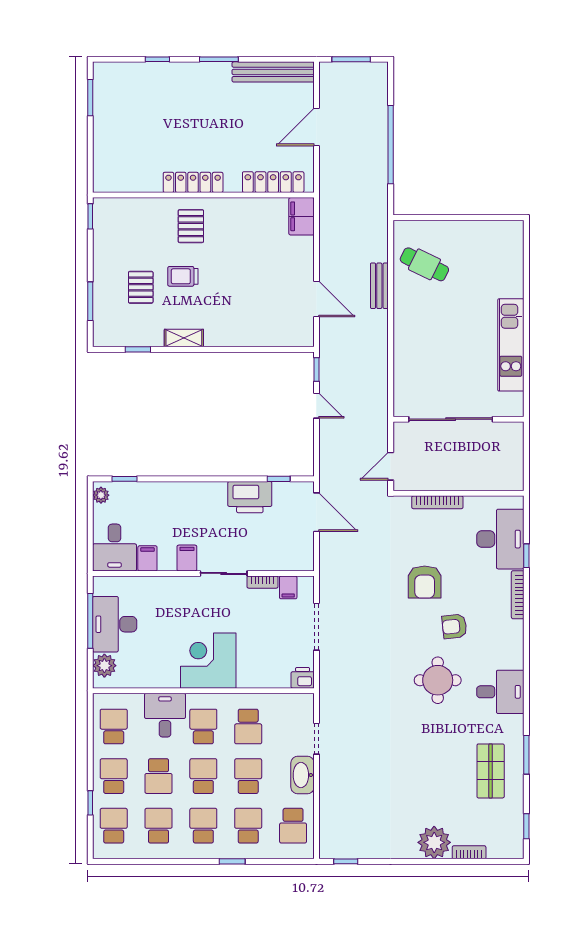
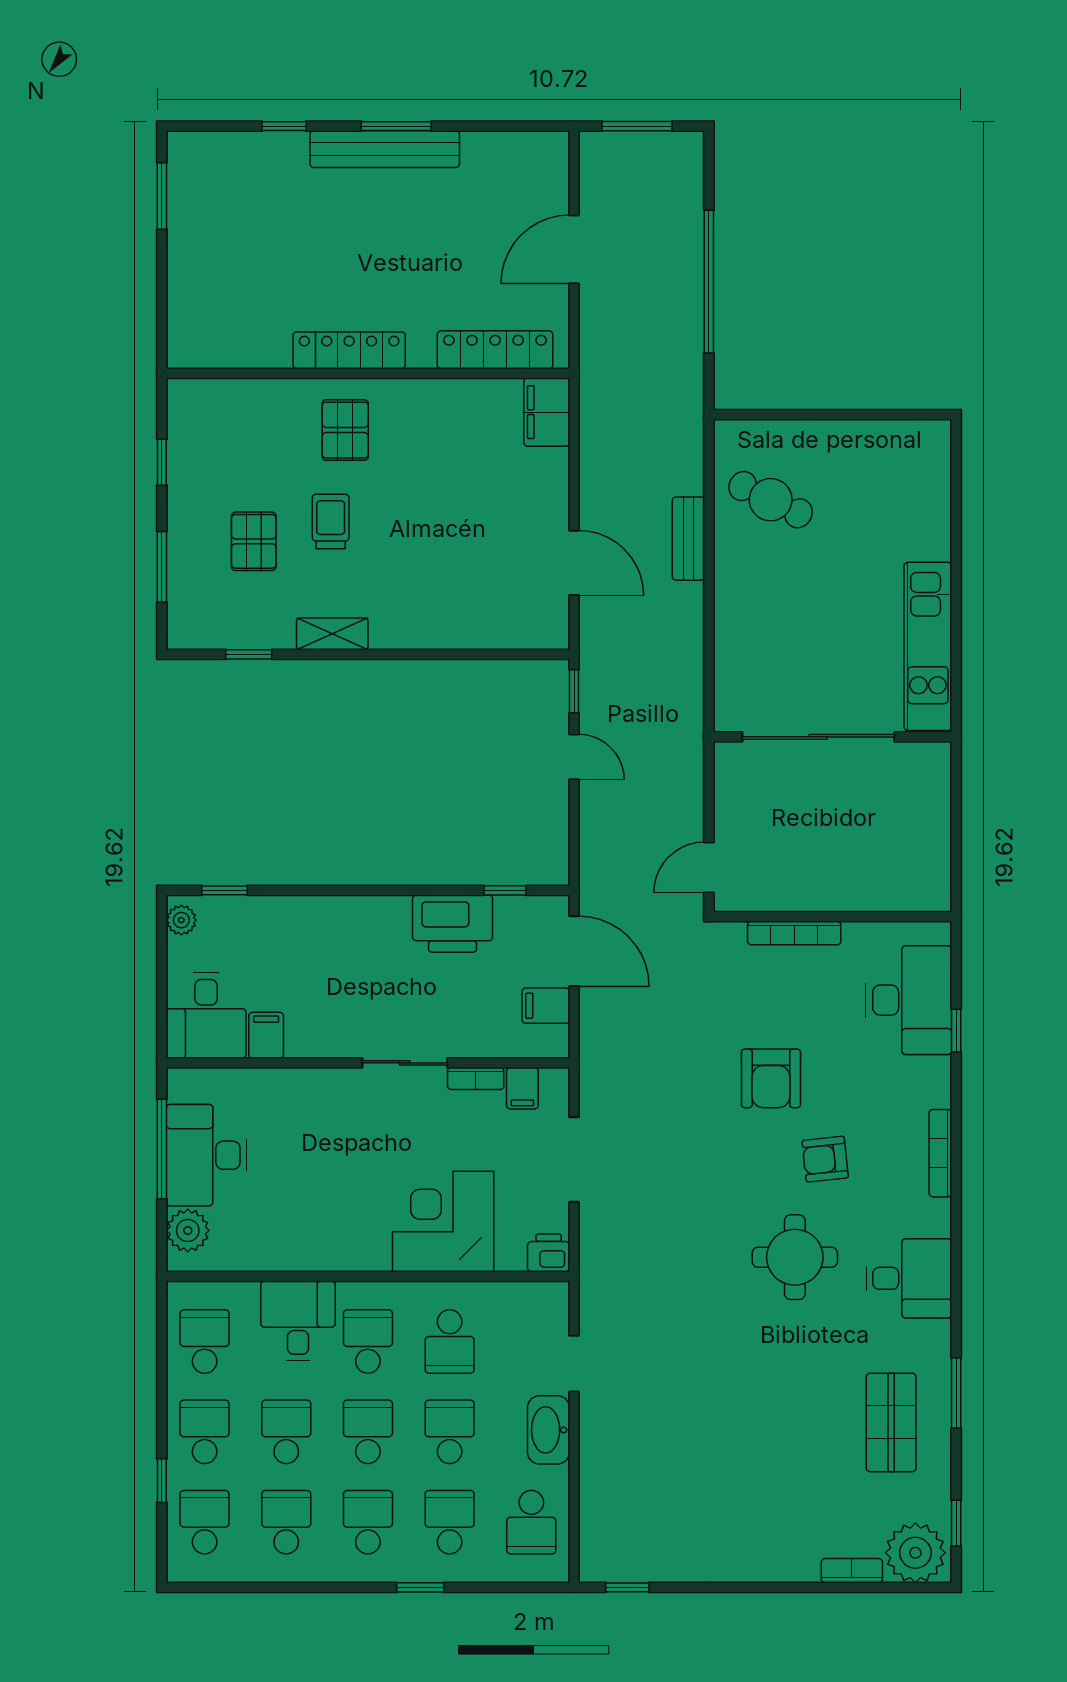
bench: (273, 72) -> (385, 149), moved
window: (90, 216) -> (162, 462), moved
trolley: (183, 276) -> (331, 521), turned 90
sliding door: (451, 419) -> (818, 737), moved
wall: (458, 419) -> (833, 737), moved
filing cabinet: (187, 558) -> (546, 1006), moved, turned -90
bookcase: (518, 595) -> (940, 1153), moved
corner desk: (208, 661) -> (443, 1221), moved
school desk: (159, 776) -> (286, 1432), turned 180
plant: (434, 842) -> (915, 1553), moved

